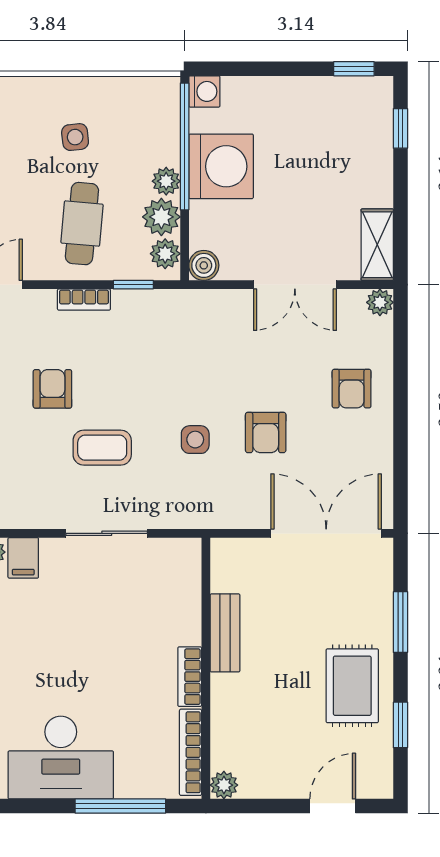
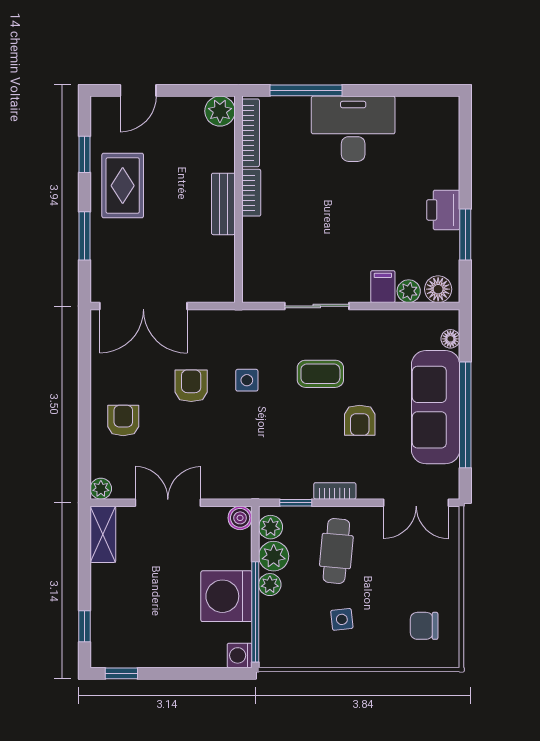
bench: (225, 633) -> (223, 204), moved
plant: (224, 785) -> (220, 111), width x1.38, depth x1.38

